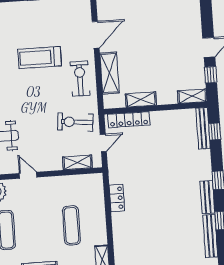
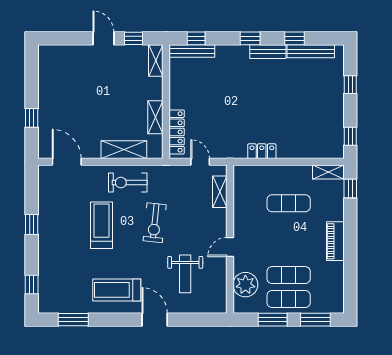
door: (96, 35) -> (67, 162), moved
treadmill: (40, 57) -> (101, 225), turned 180
exercise bike: (75, 122) -> (155, 223), moved

